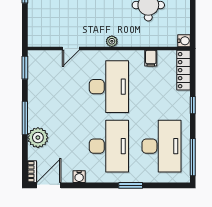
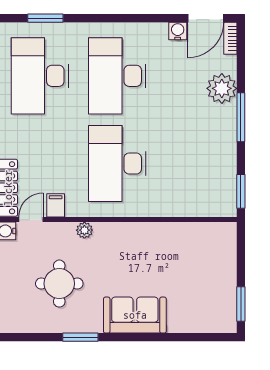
plant: (112, 41) -> (84, 230), moved
door: (71, 49) -> (31, 220), moved
water cooler: (79, 177) -> (178, 31), moved
window: (131, 185) -> (45, 18), moved

